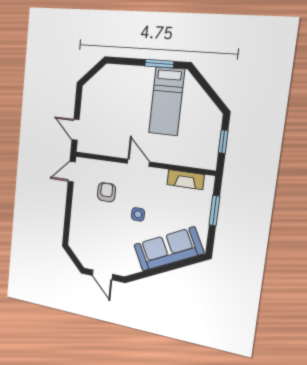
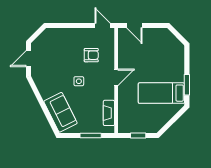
door: (76, 130) -> (134, 26), swing flipped
sofa: (168, 249) -> (60, 112), width x0.73

